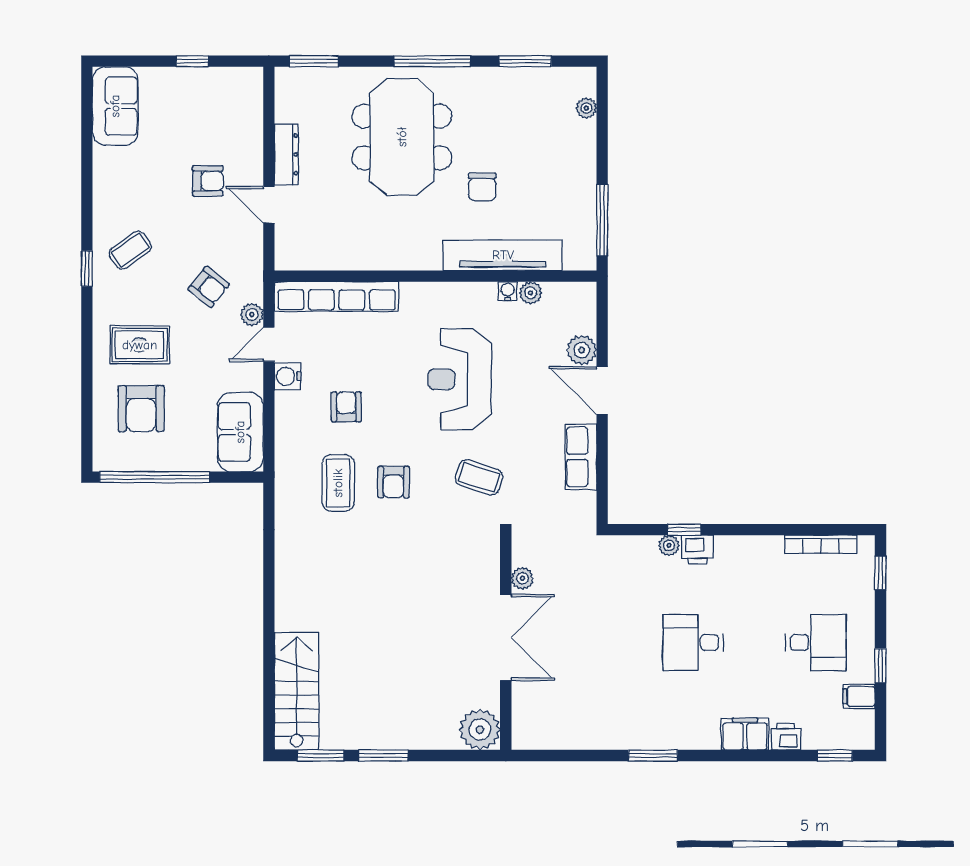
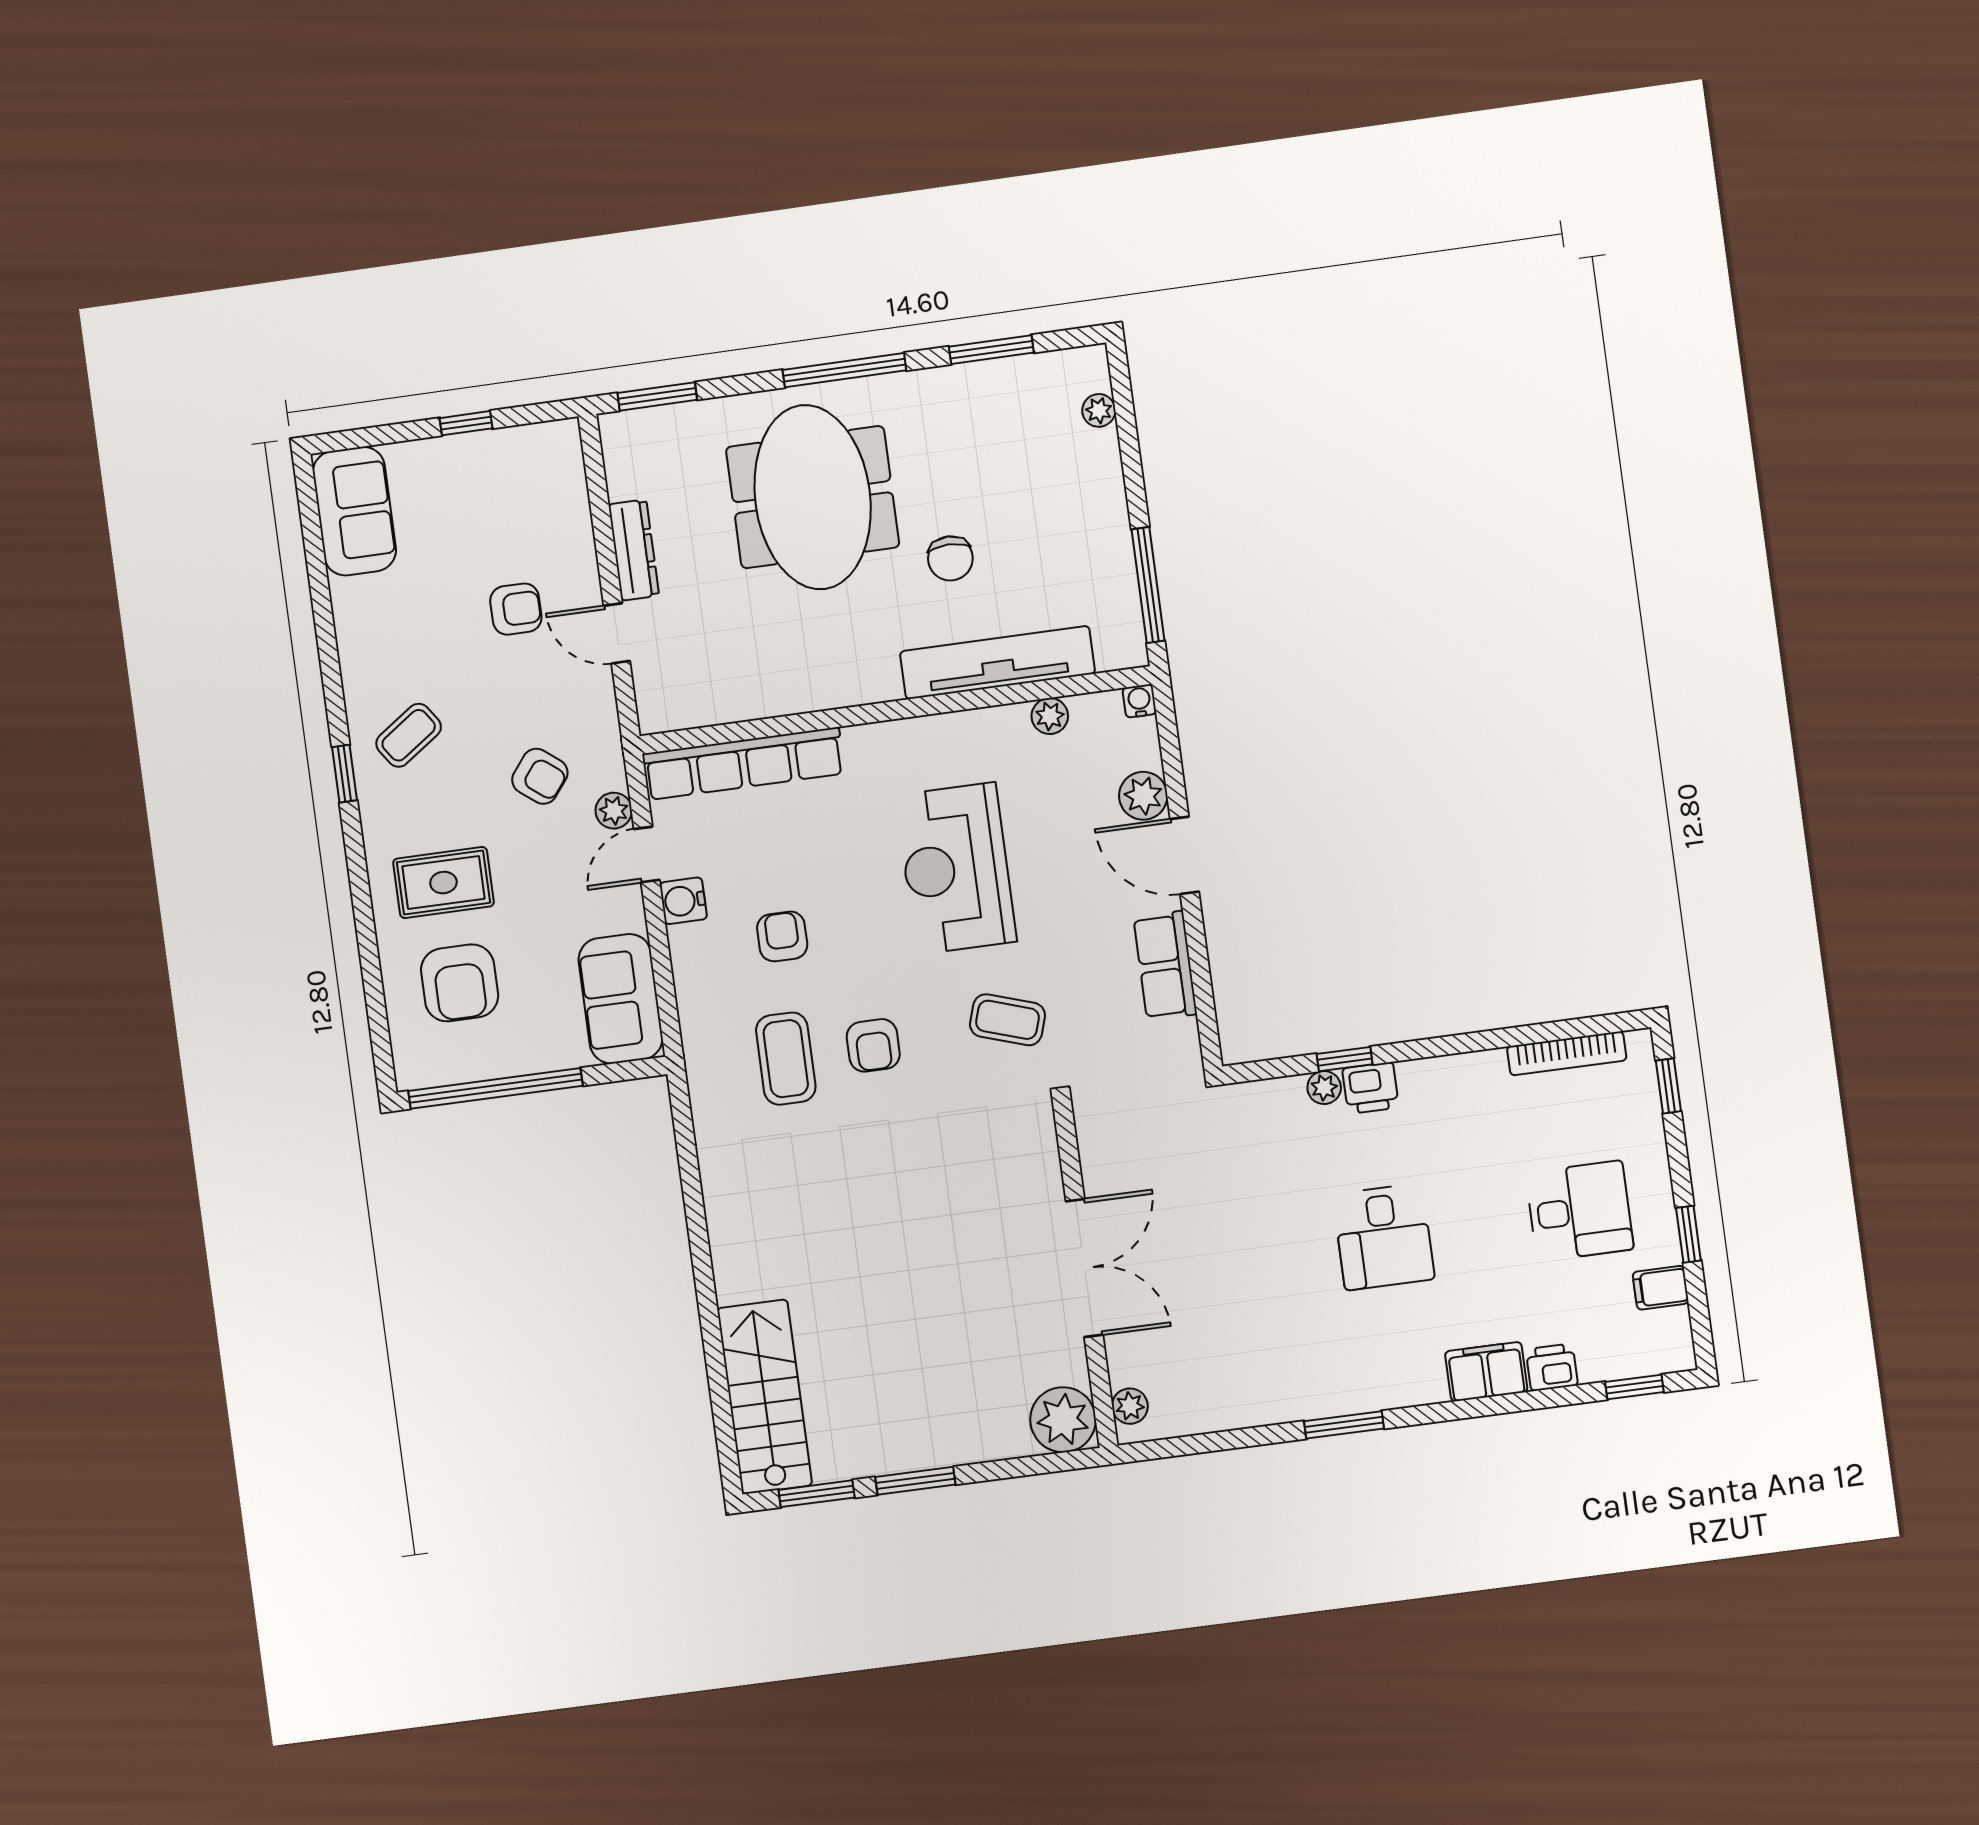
water cooler: (508, 291) -> (1139, 701), moved
plant: (522, 578) -> (1130, 1406), moved
desk: (693, 643) -> (1384, 1237), turned -90

